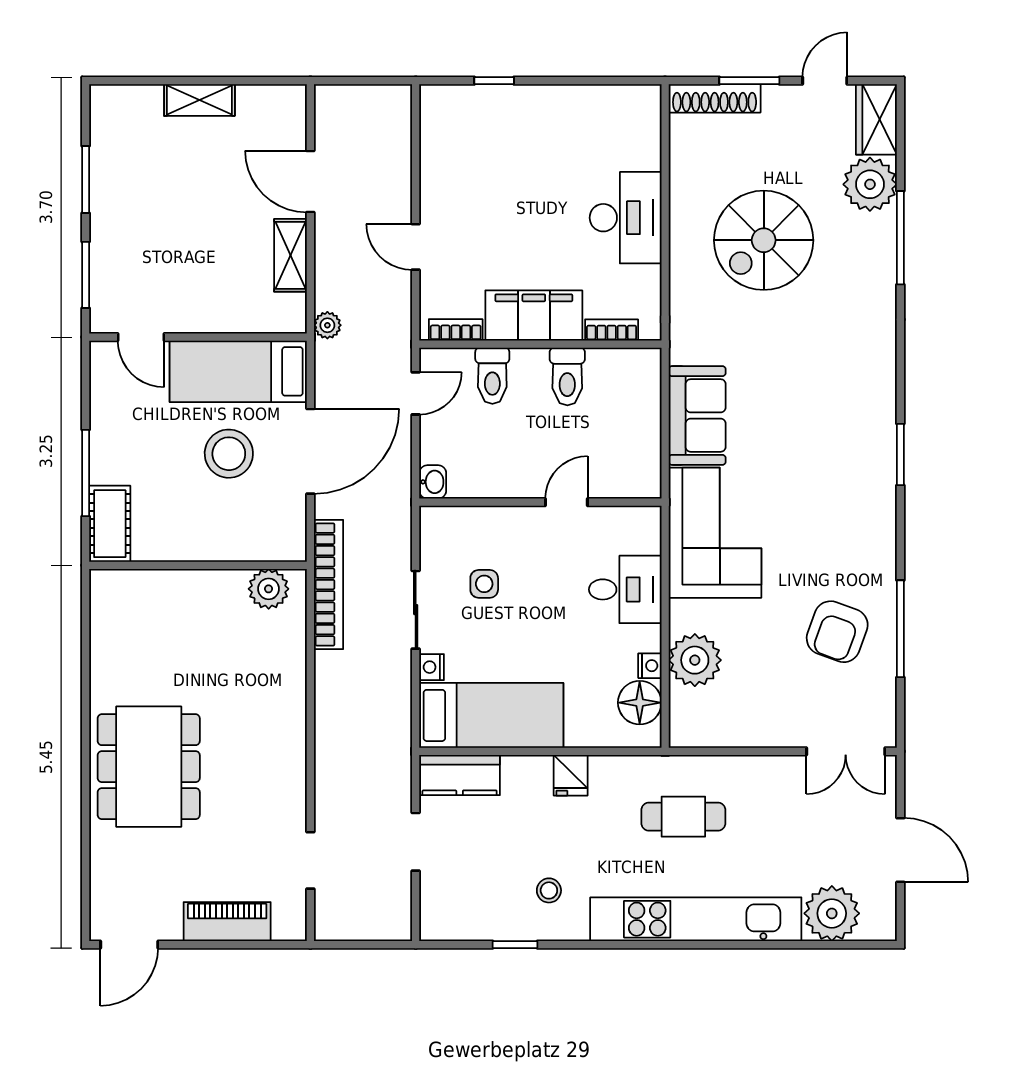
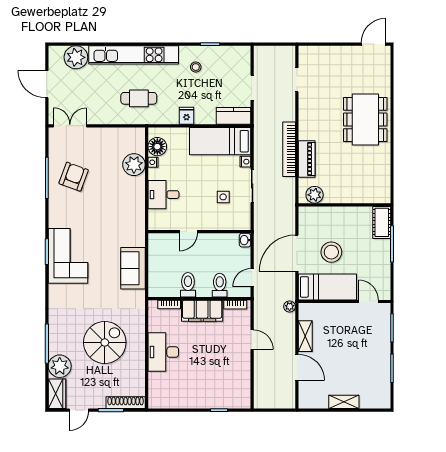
corner sofa: (715, 533) -> (68, 256), moved, turned 180
bookcase: (329, 585) -> (289, 149), moved
piano: (227, 922) -> (307, 159), moved, turned -90

